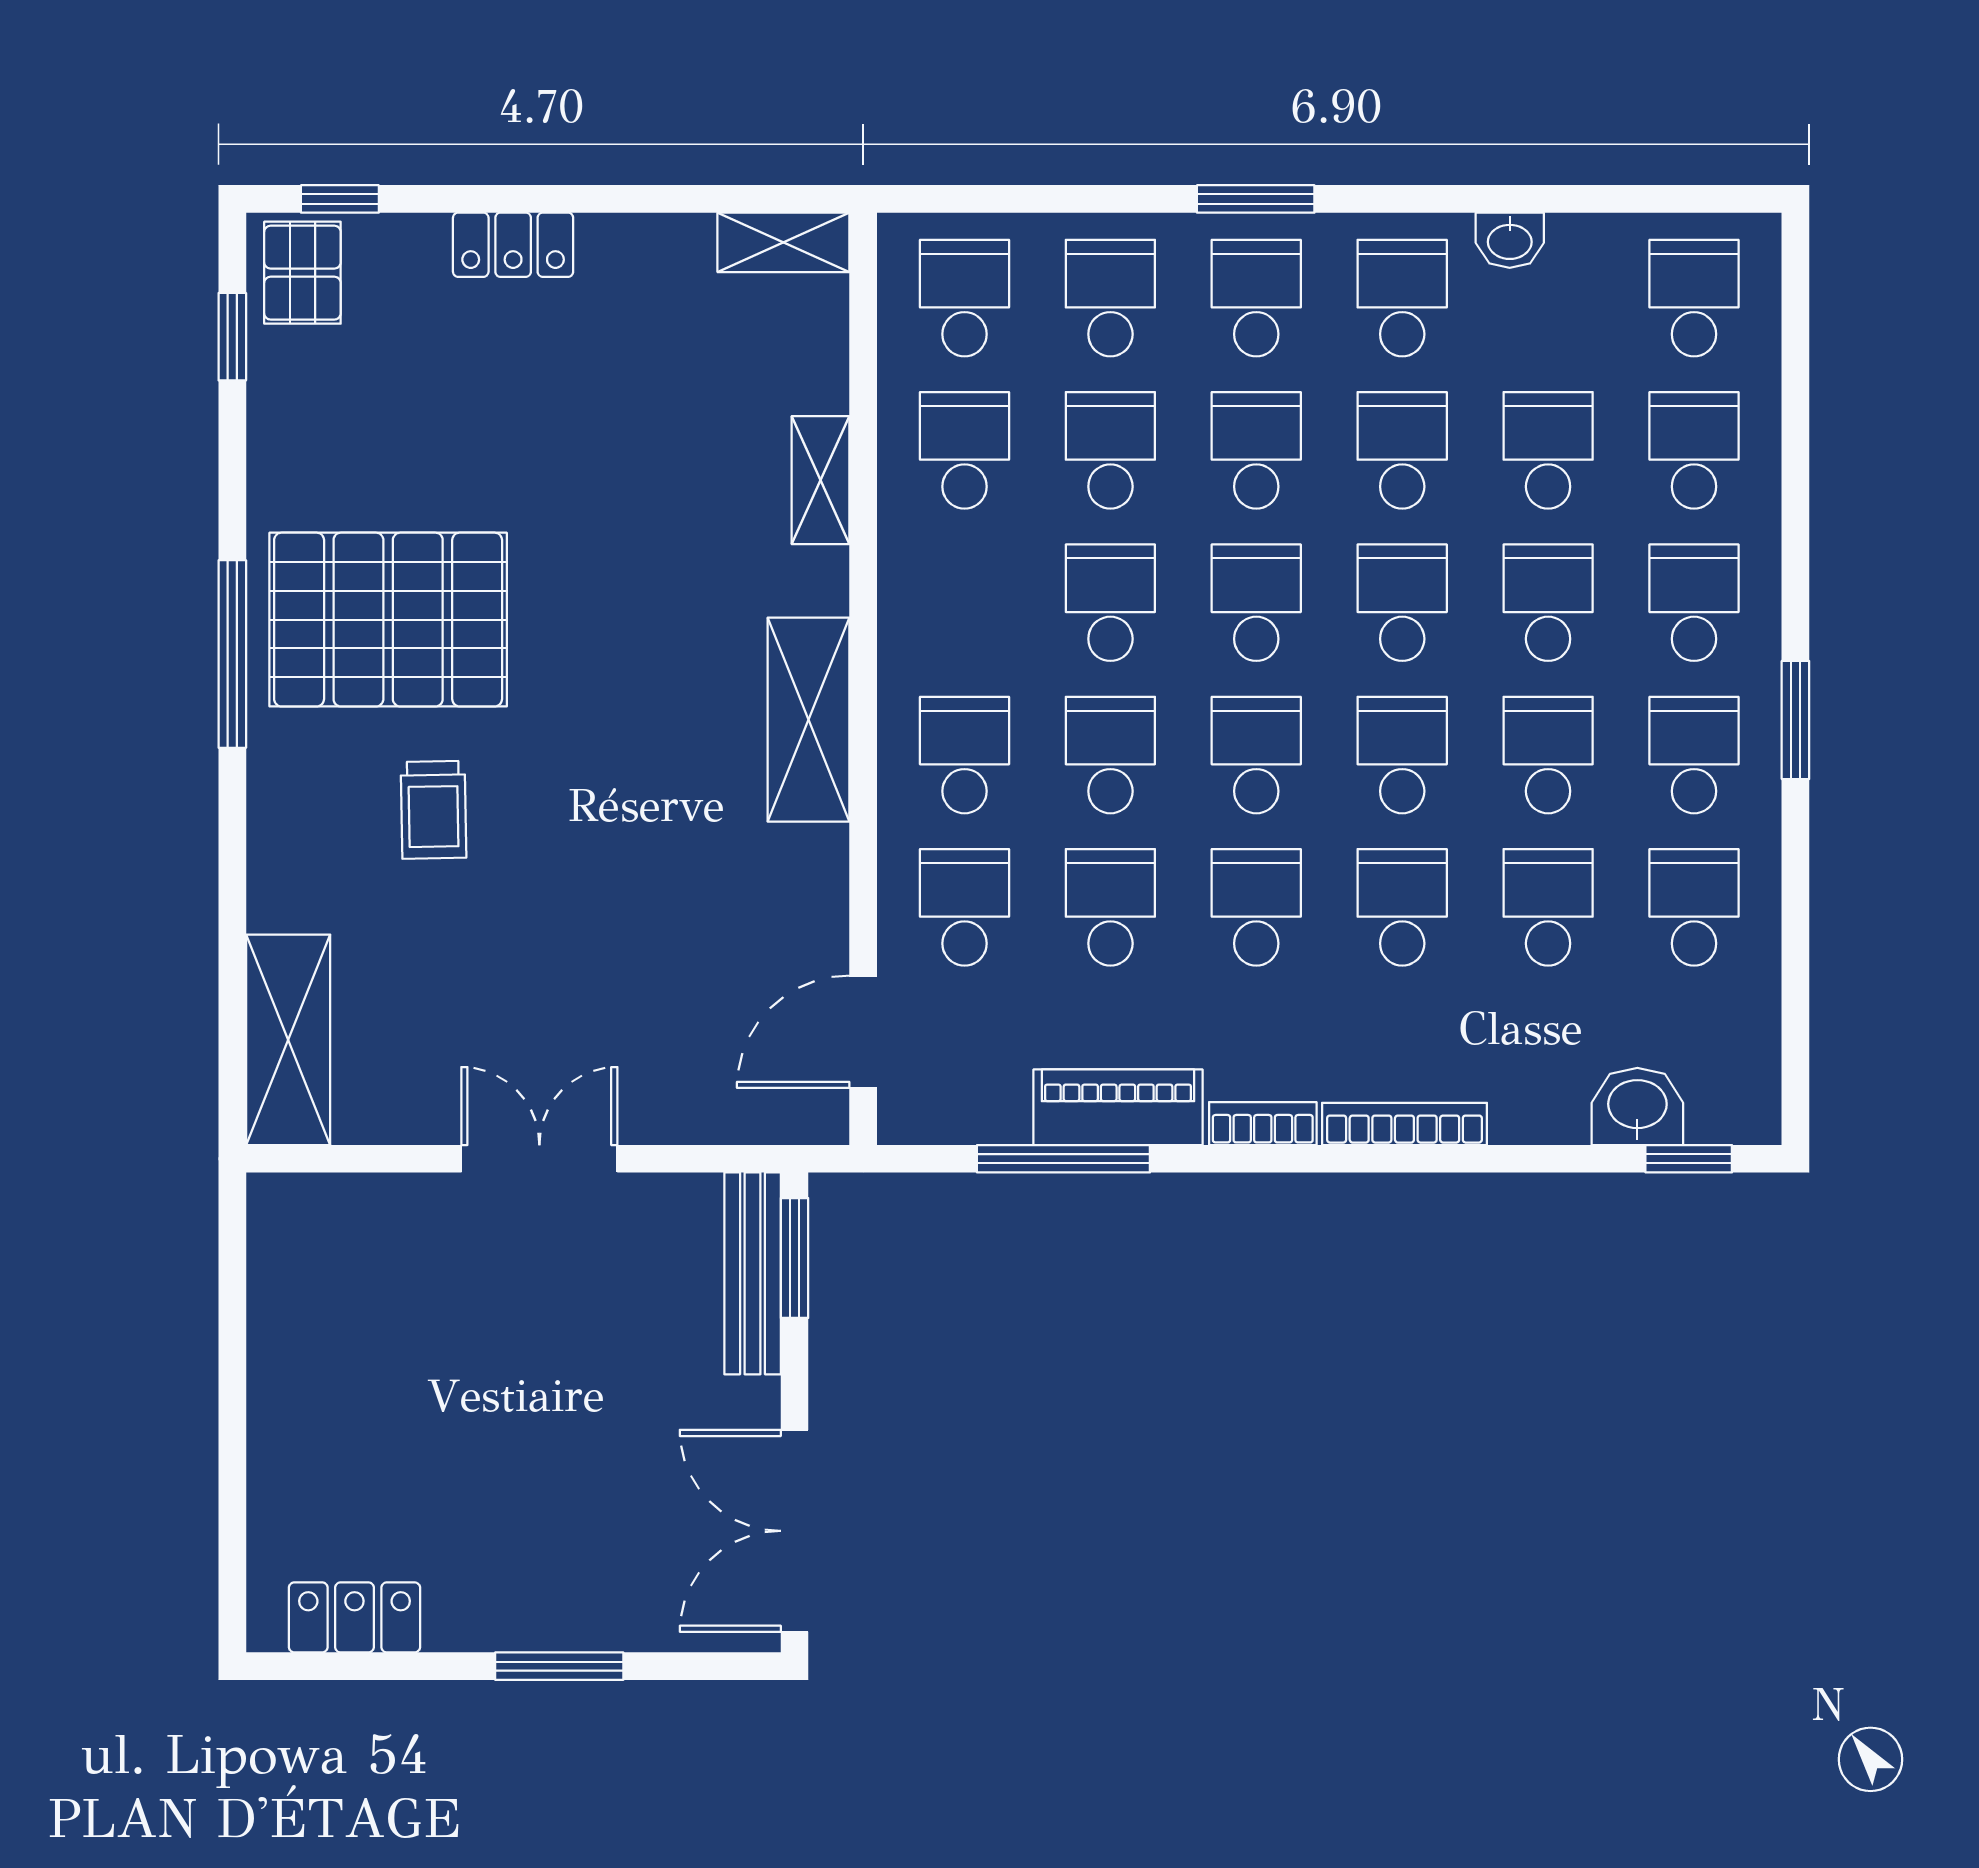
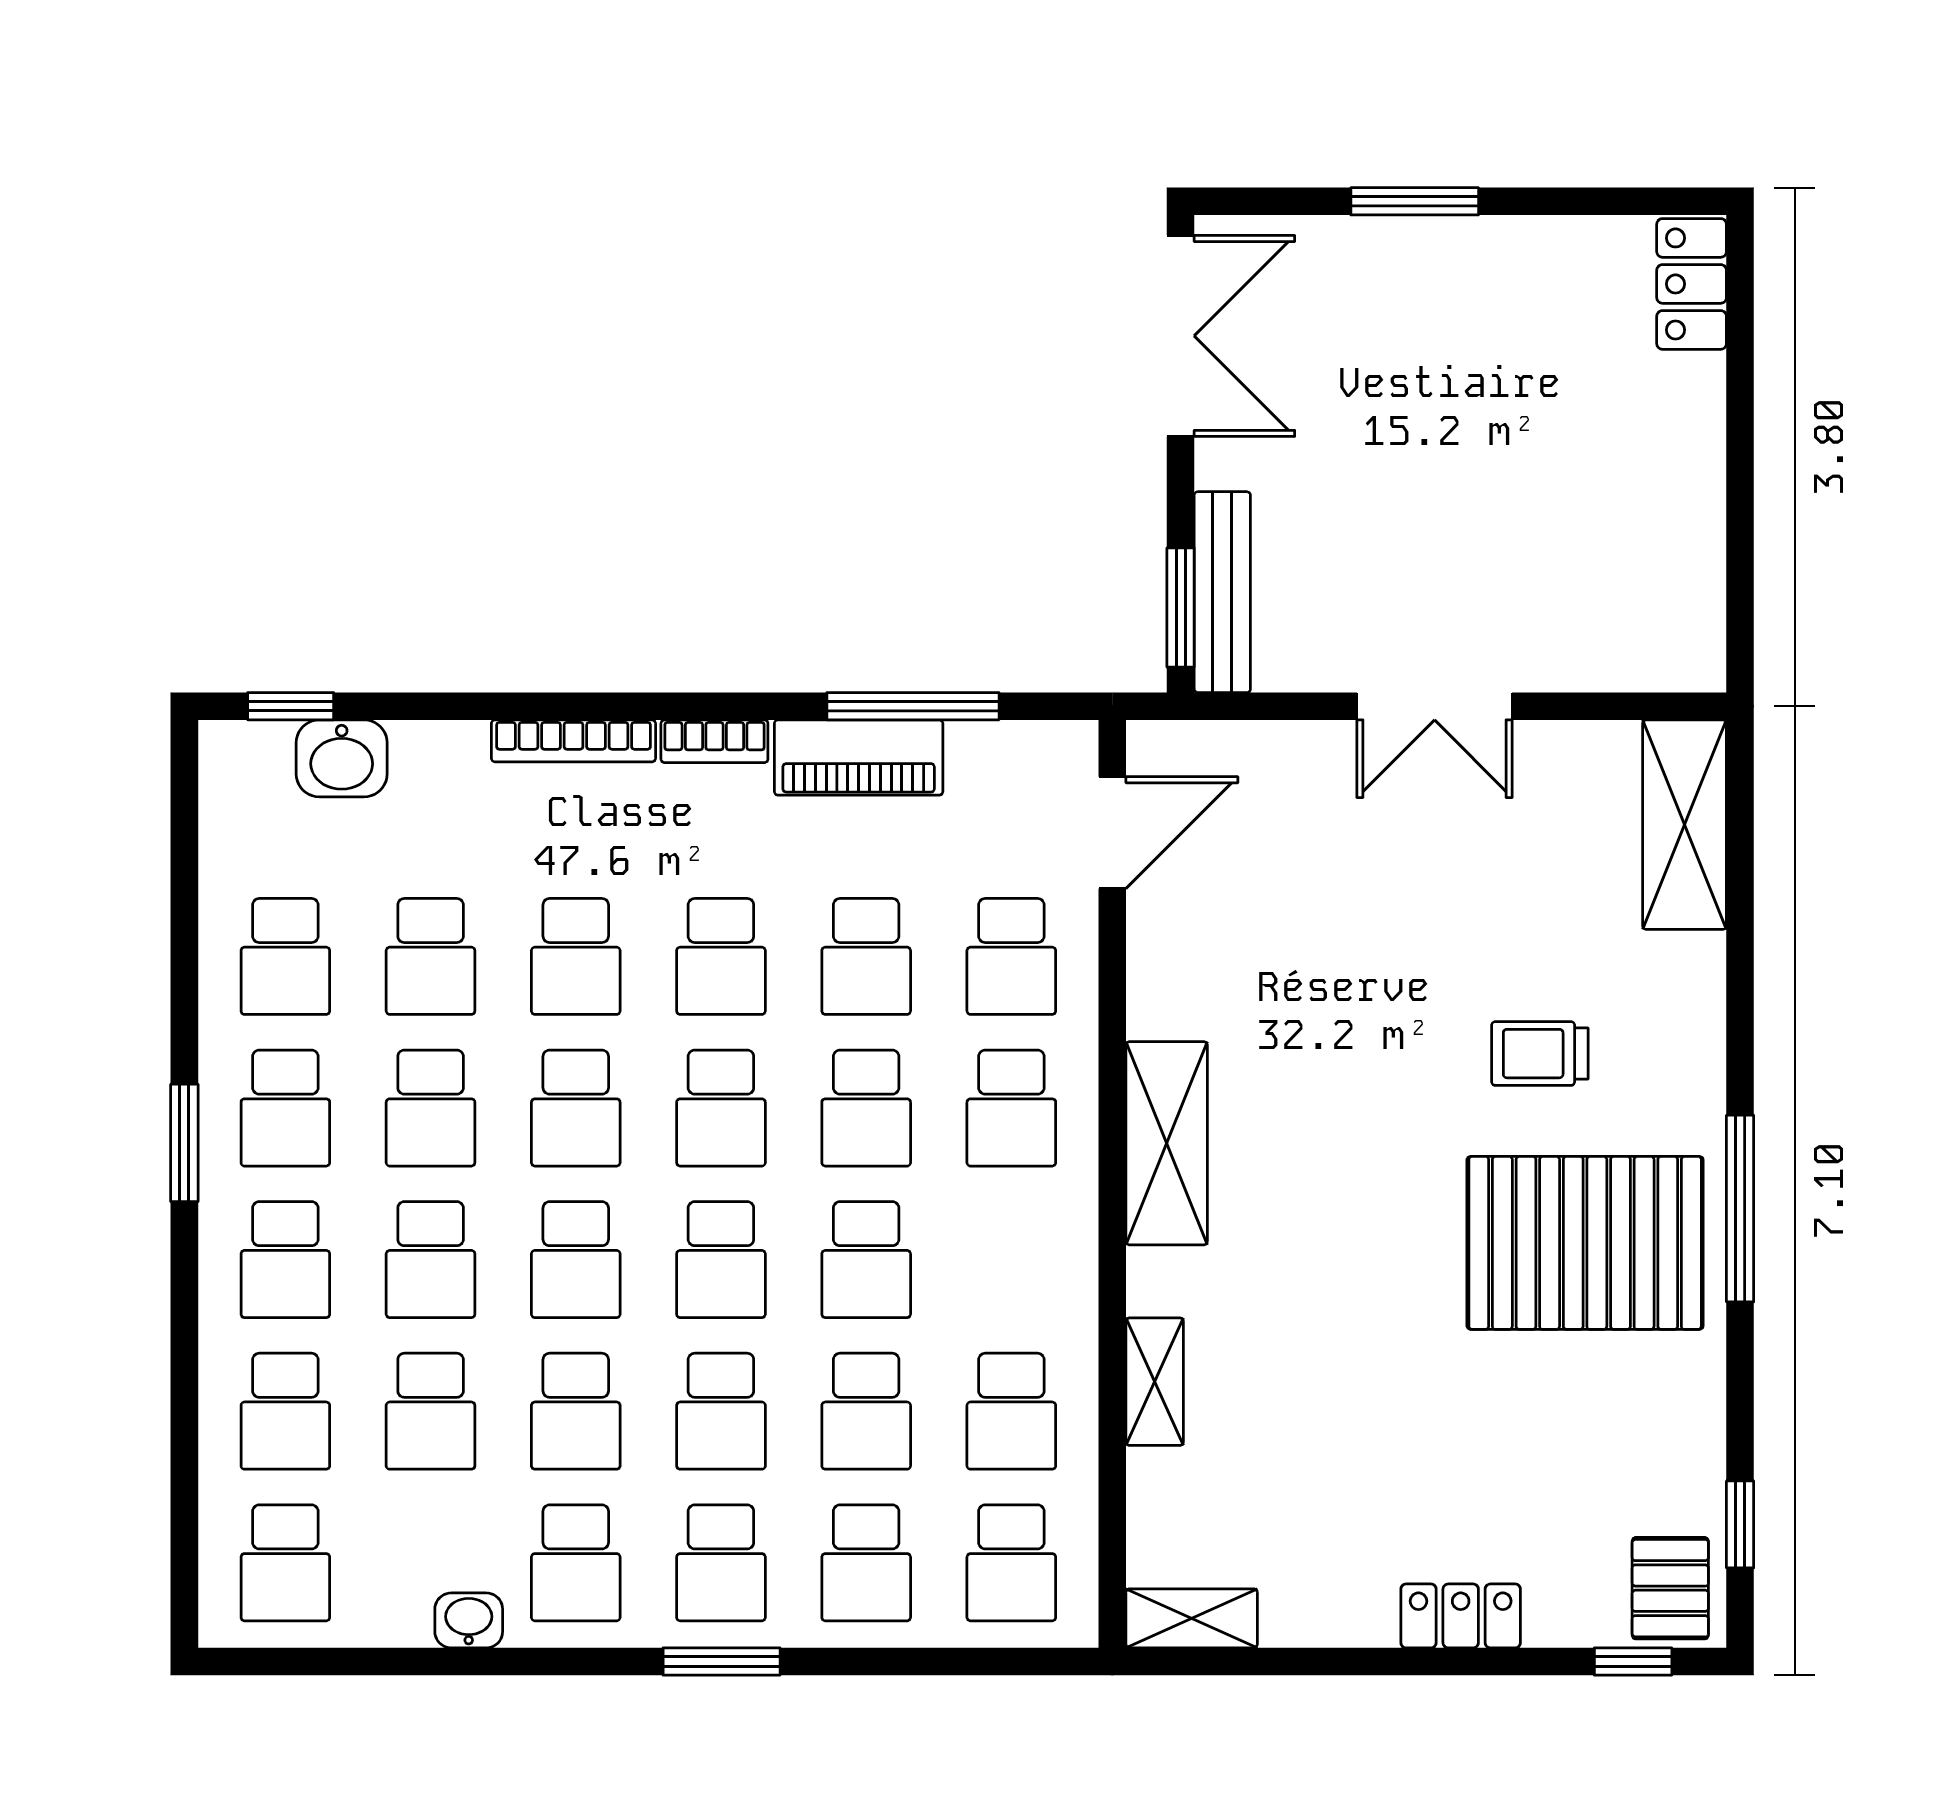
trolley: (433, 810) -> (1540, 1054), turned -89
locker: (354, 1617) -> (1692, 284), moved, turned 90

